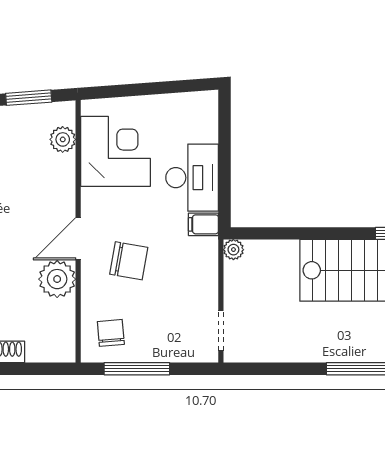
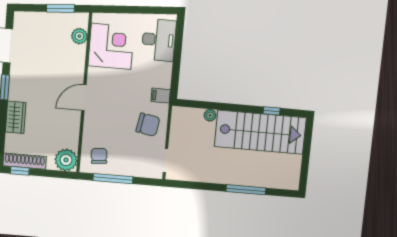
desk: (192, 178) -> (159, 40), moved
plant: (233, 250) -> (210, 115), moved
chair: (129, 261) -> (148, 125), moved
plant: (57, 279) -> (66, 160), moved

